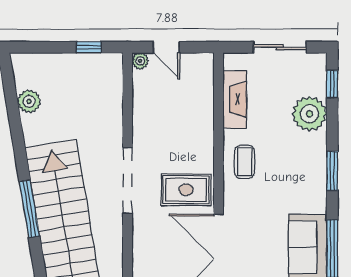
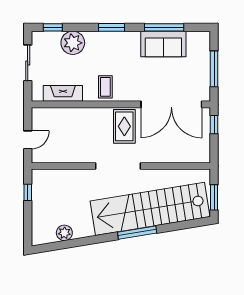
plant: (140, 61) -> (37, 158), removed
coffee table: (244, 162) -> (105, 87), turned 90

